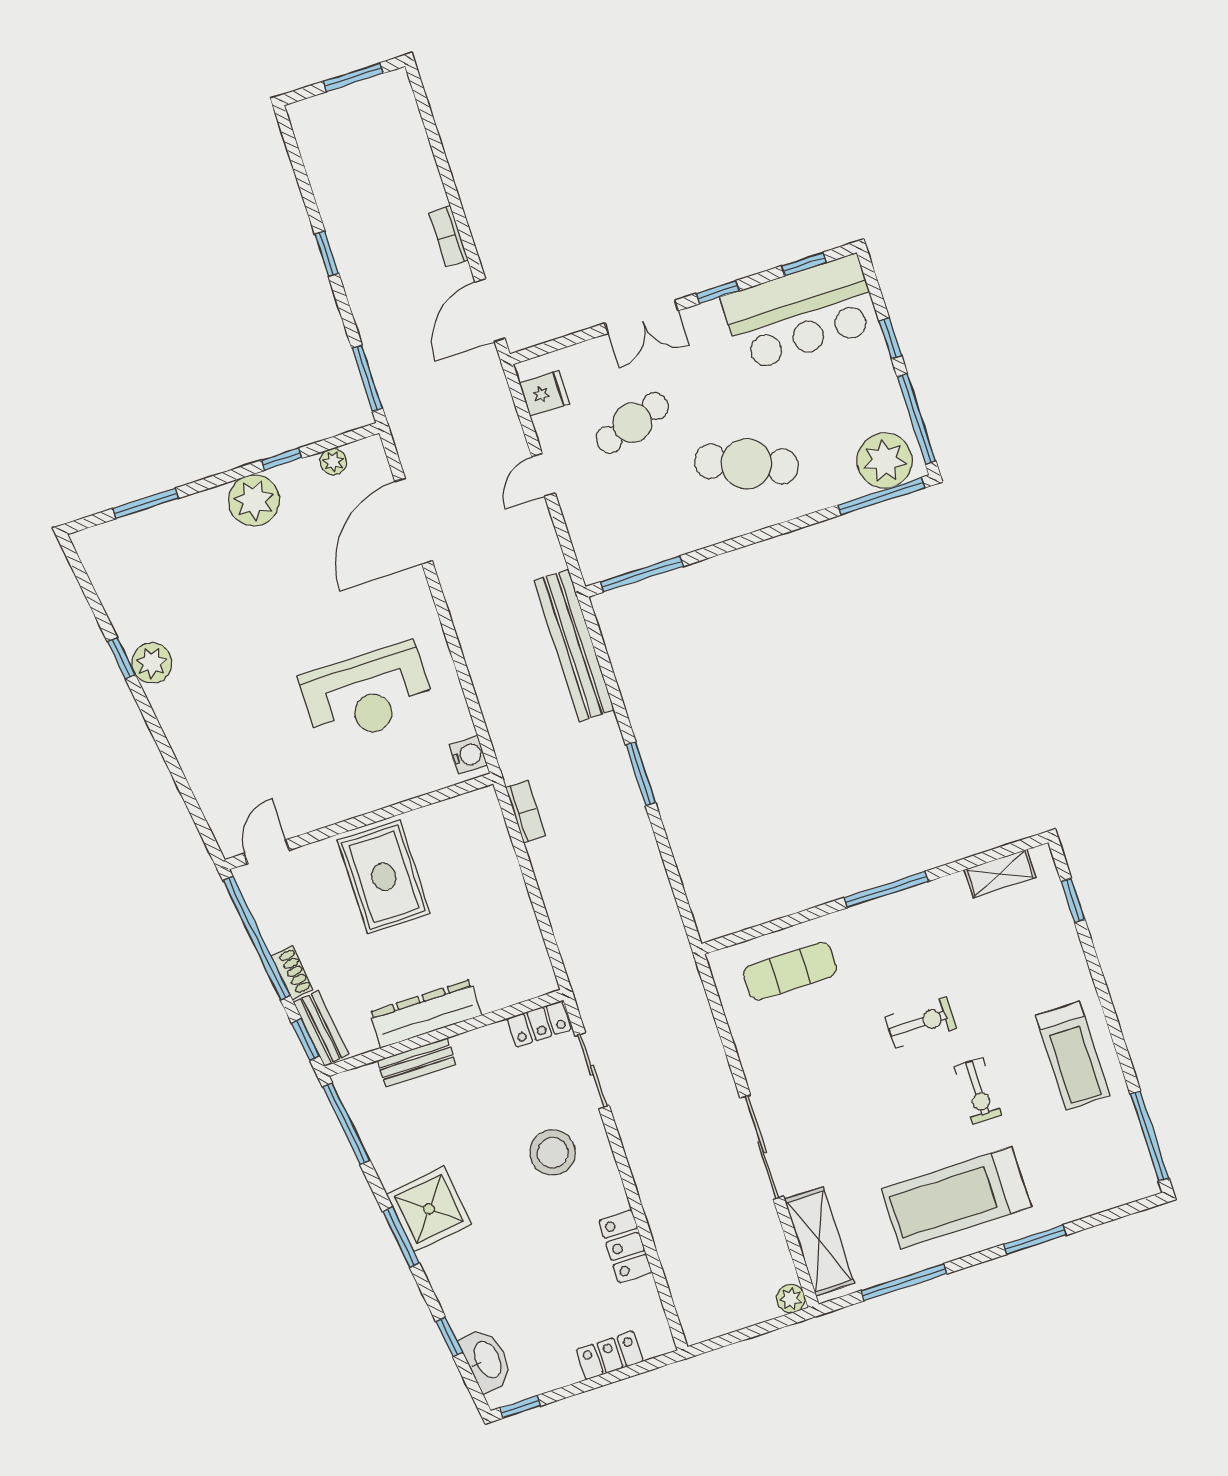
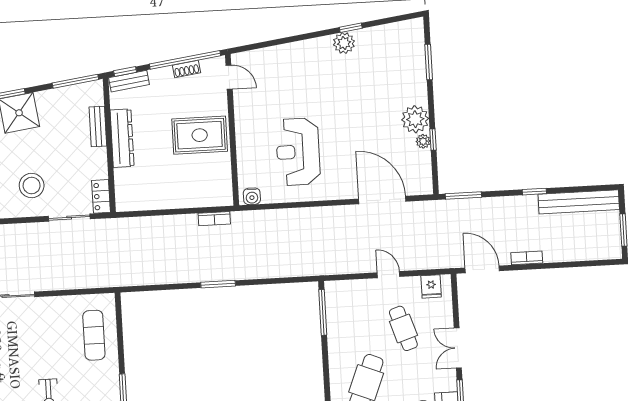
plant: (333, 462) -> (423, 141), moved
bench: (574, 645) -> (579, 202), moved
shoe rack: (292, 973) -> (186, 69), moved

